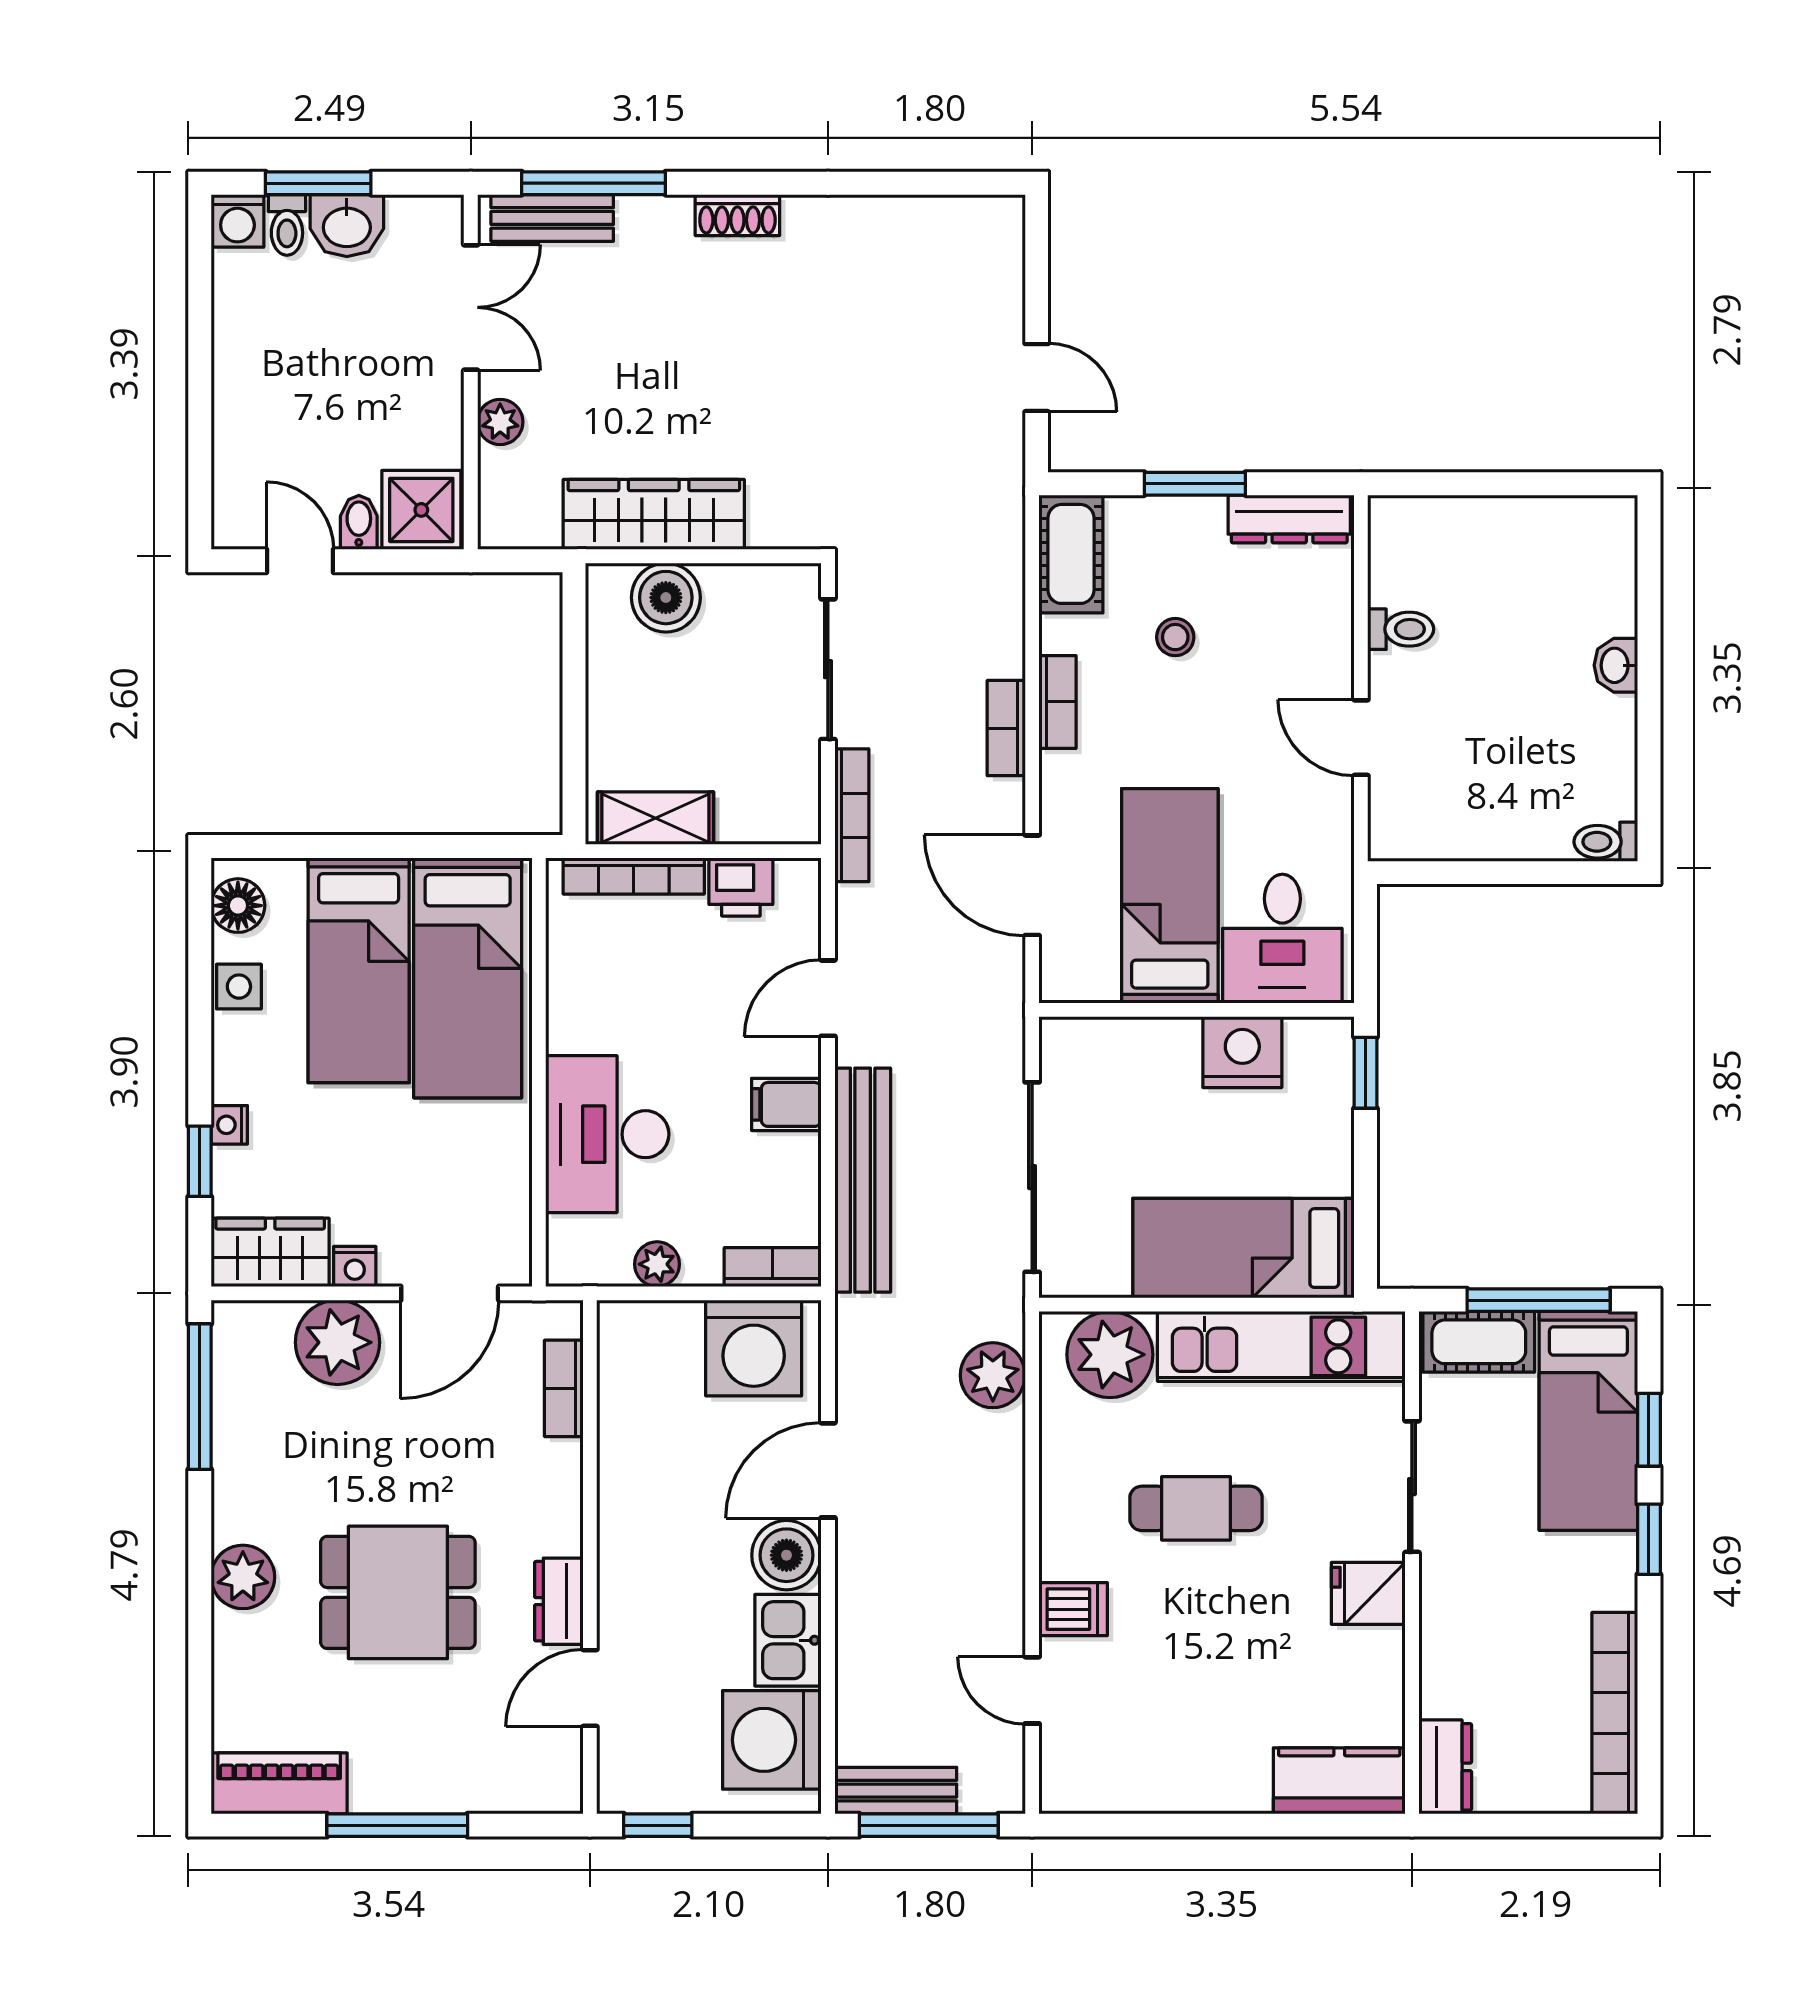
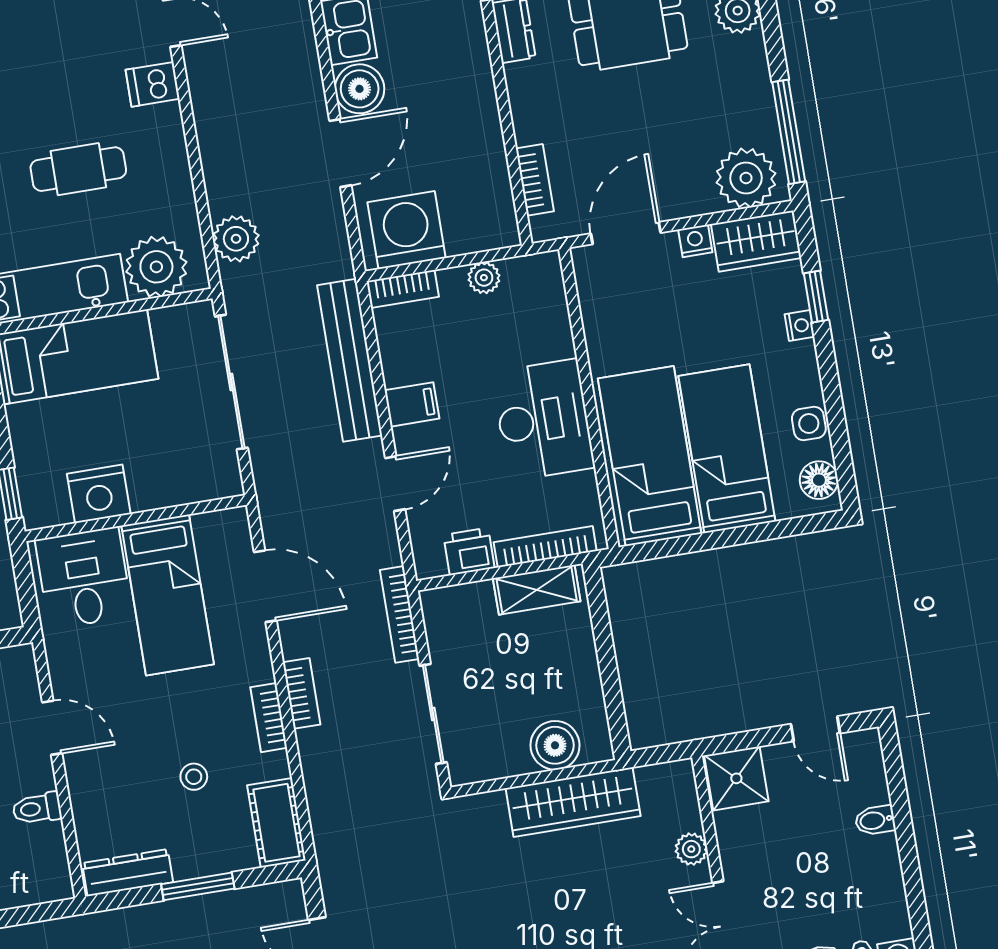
bidet: (359, 522) -> (875, 820), moved, turned 90
desk: (607, 1134) -> (543, 420), moved
plant: (337, 1342) -> (746, 178), moved

